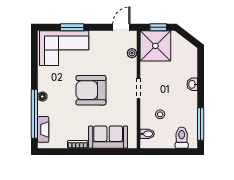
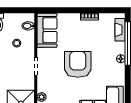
armchair: (91, 90) -> (78, 64), turned -90
sofa: (108, 137) -> (47, 30), moved, turned -90

